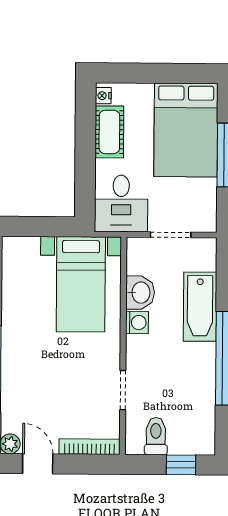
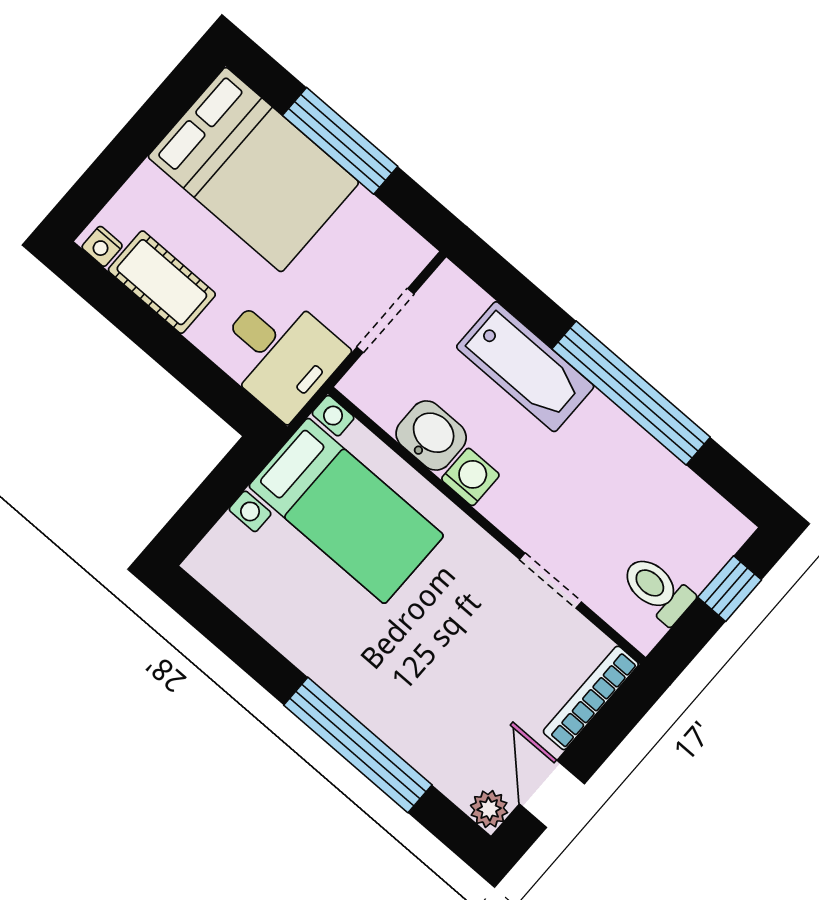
door: (38, 464) -> (552, 794), hinge flipped

